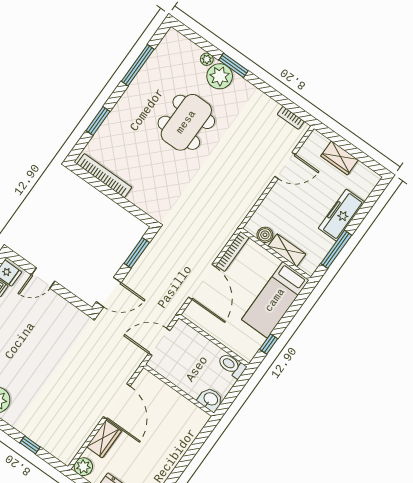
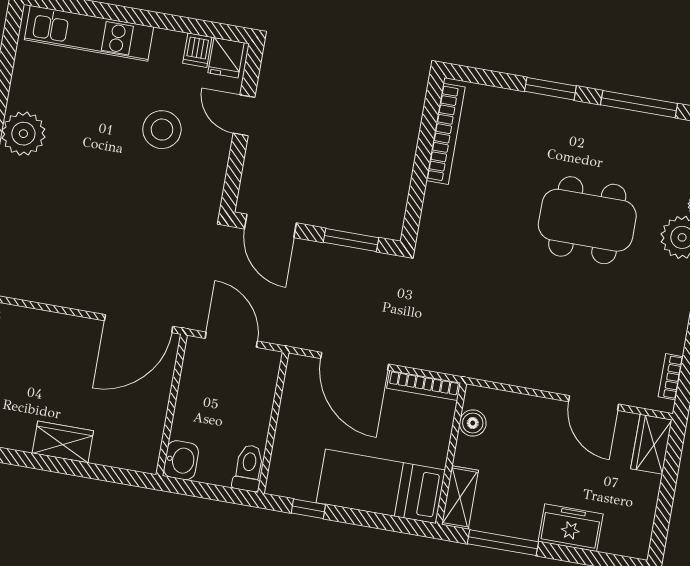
window: (98, 121) -> (550, 89), moved
wardrobe: (339, 158) -> (651, 444), moved
freezer: (341, 215) -> (571, 528), width x0.71
shelving: (287, 250) -> (460, 497), moved
door: (202, 282) -> (355, 361), hinge flipped
stool: (30, 325) -> (162, 130), added
door: (117, 401) -> (139, 324), moved
wardrobe: (104, 439) -> (63, 442), moved, turned 180

